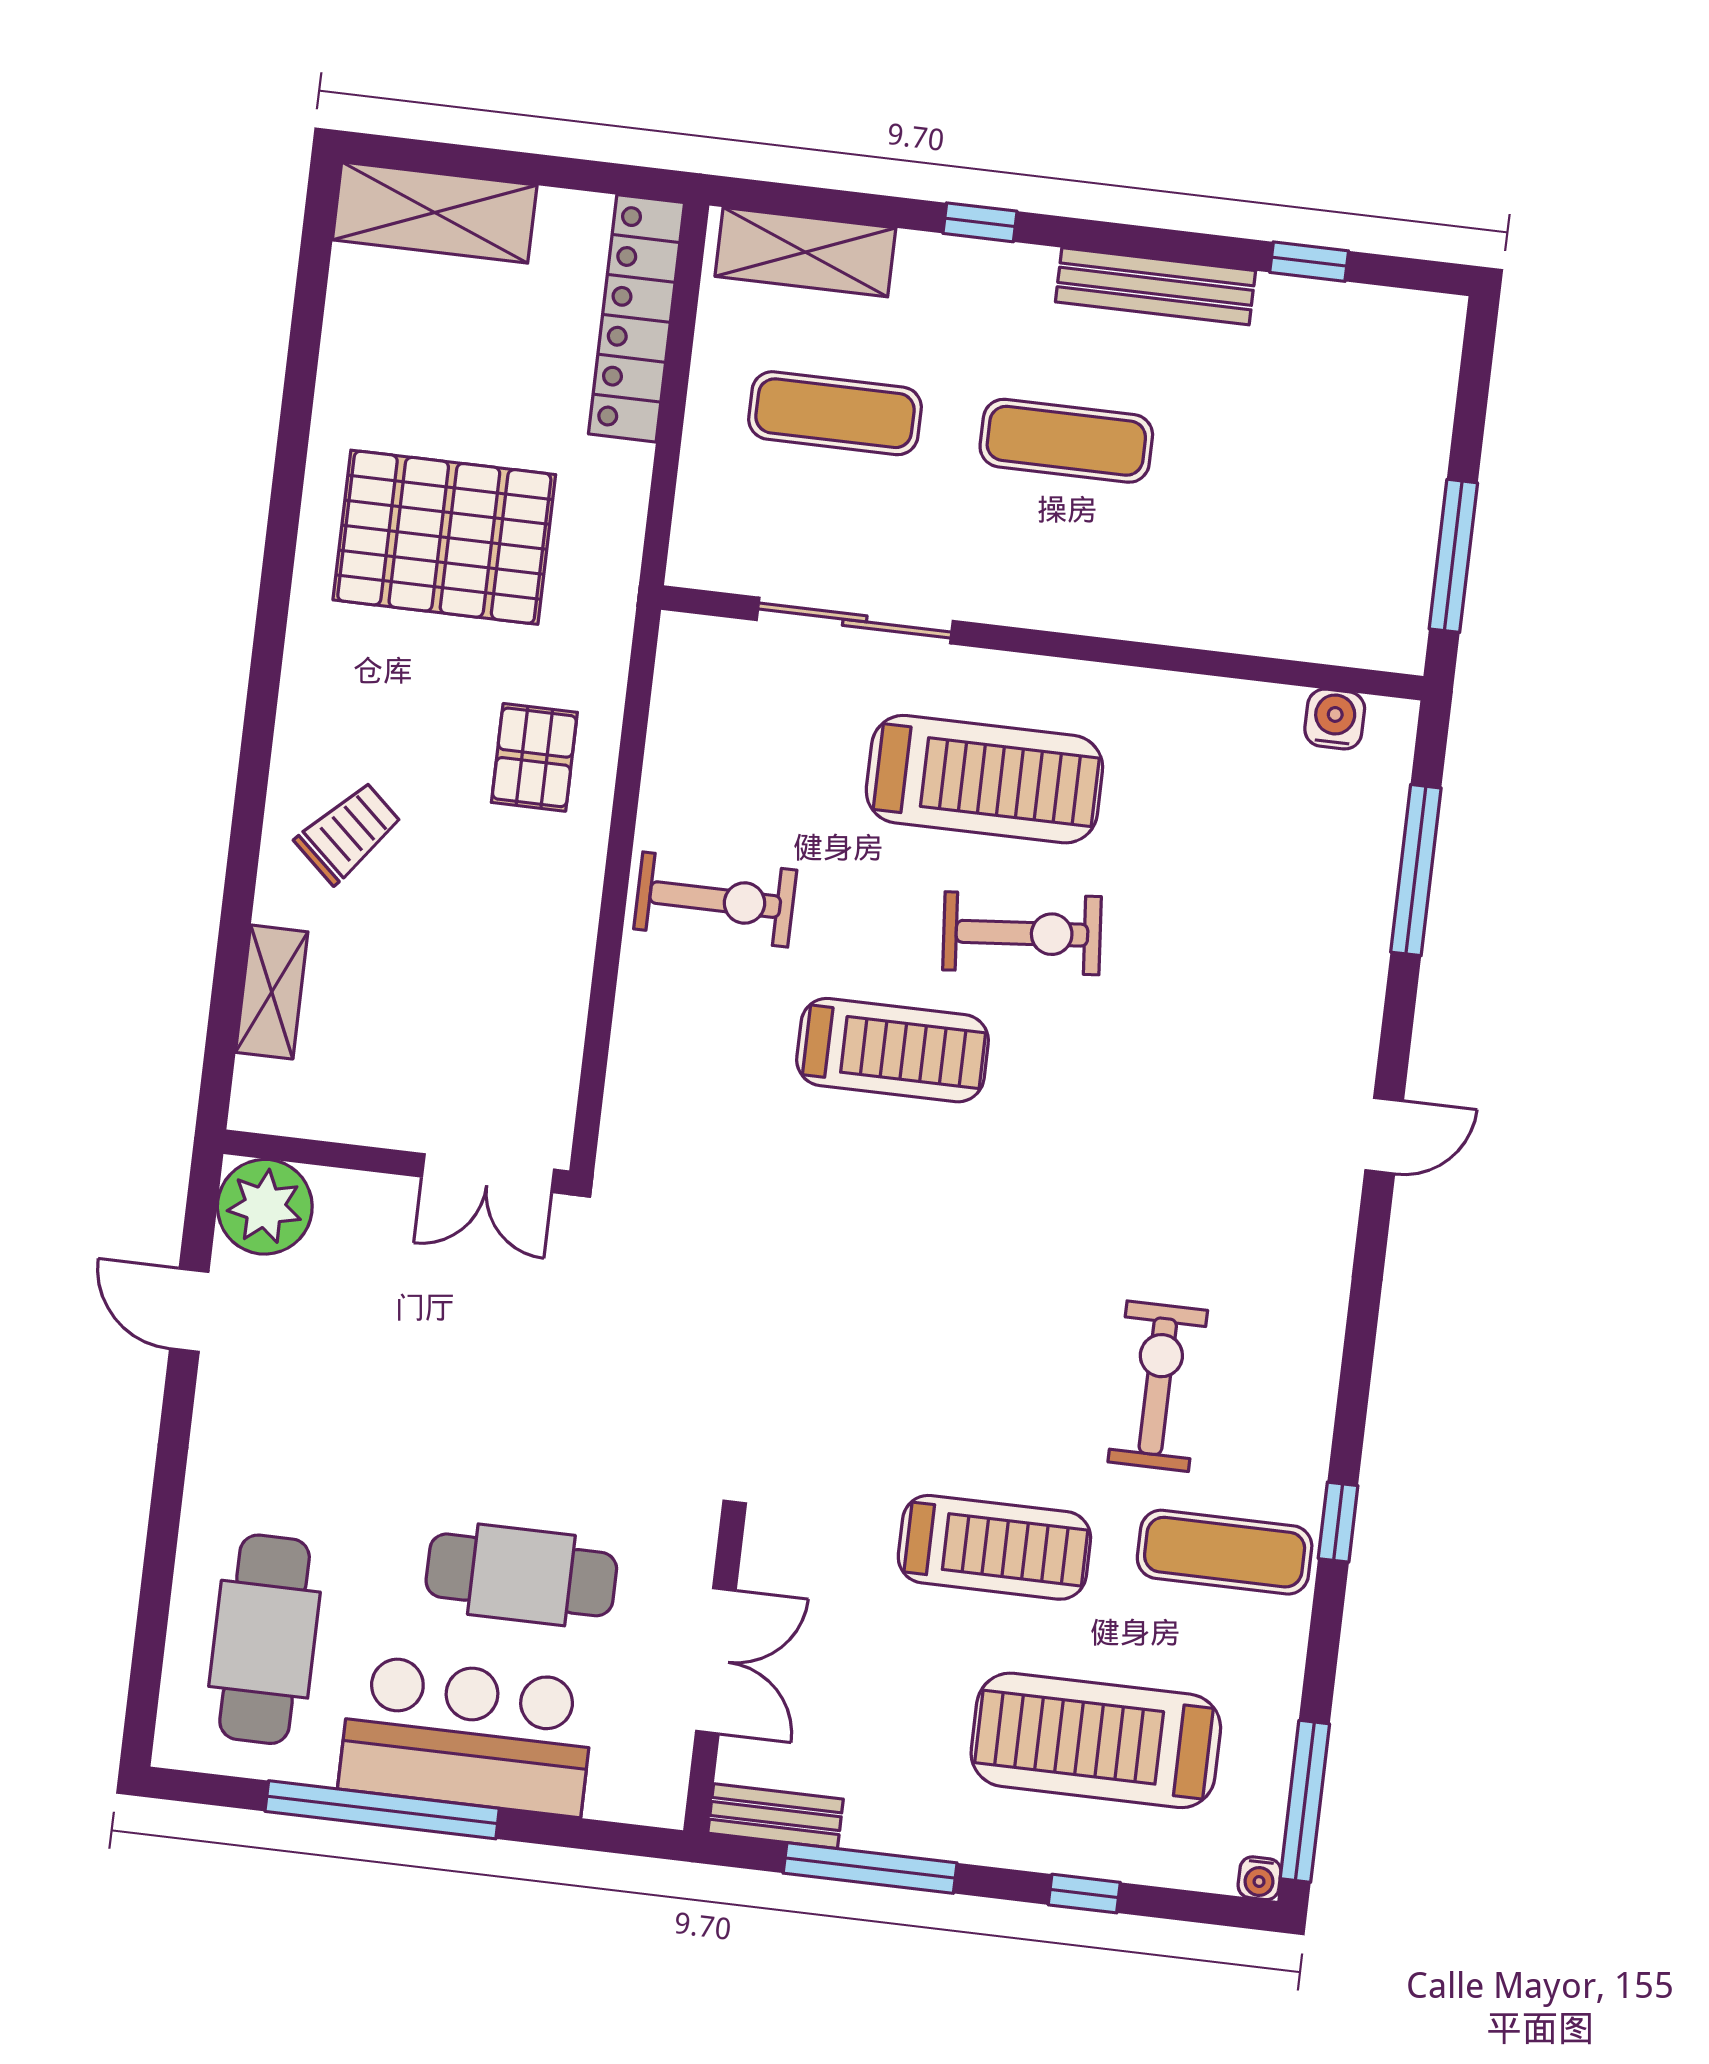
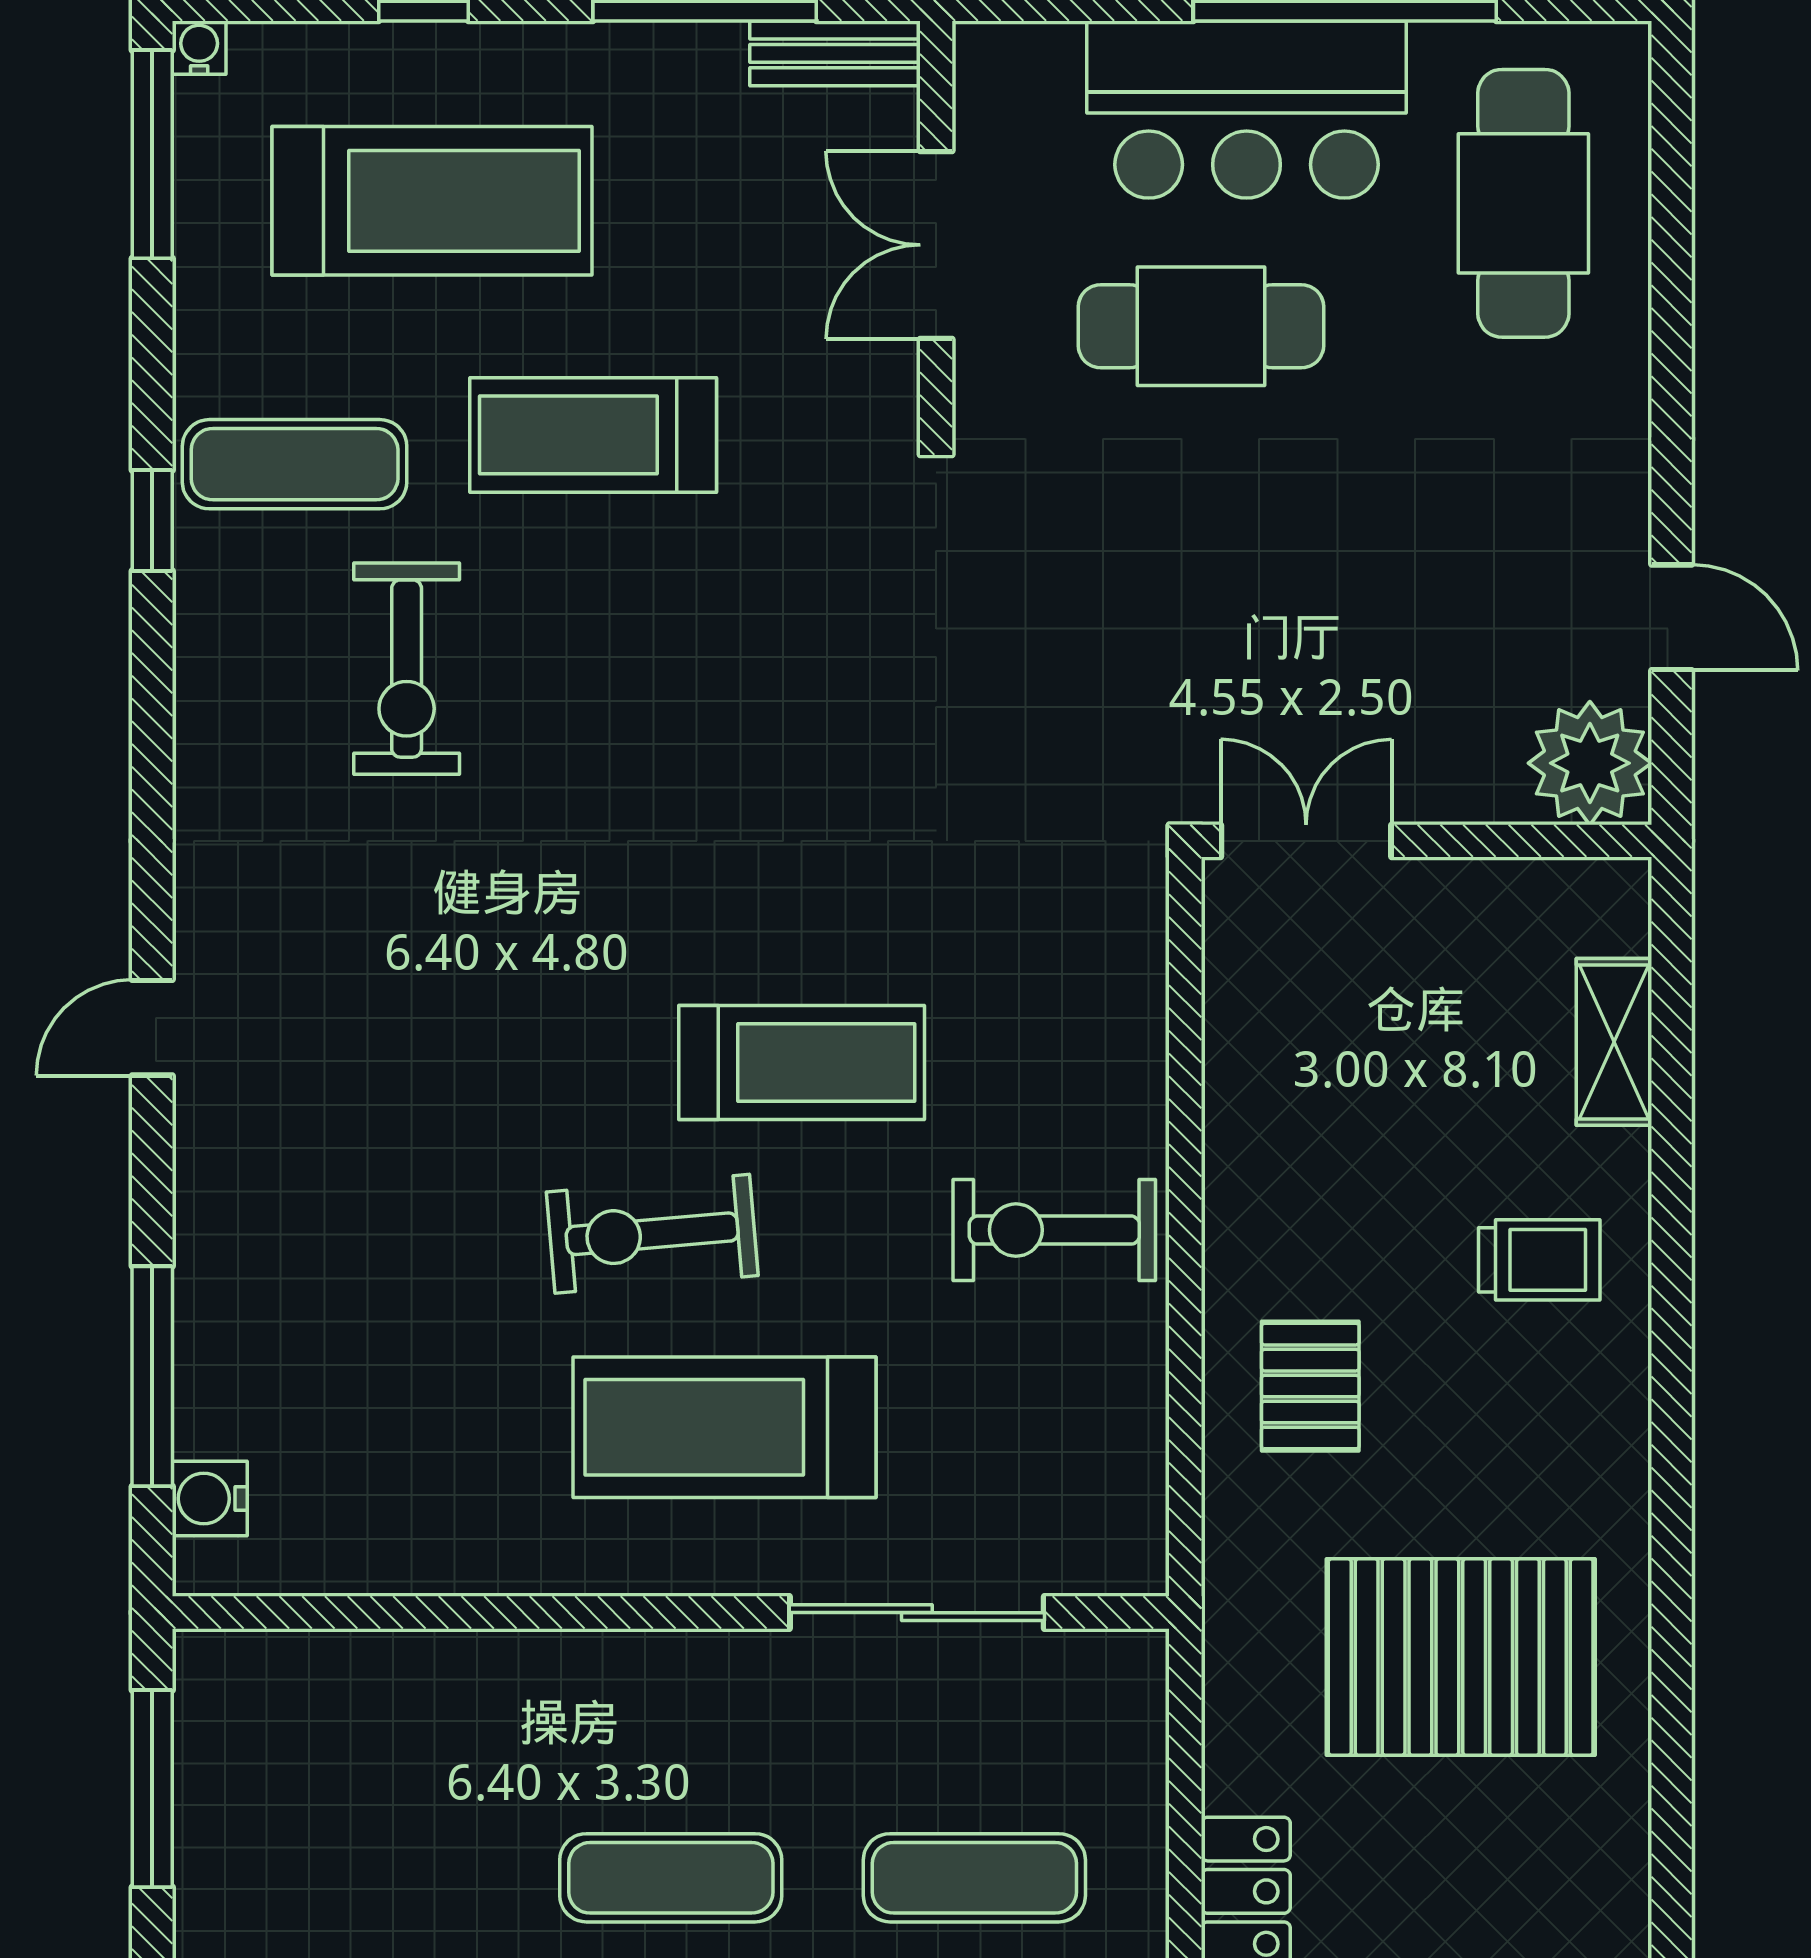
water cooler: (1335, 719) -> (210, 1499), moved, turned 90
trolley: (348, 833) -> (1539, 1260), turned -132
treadmill: (893, 1050) -> (802, 1063), turned 180

